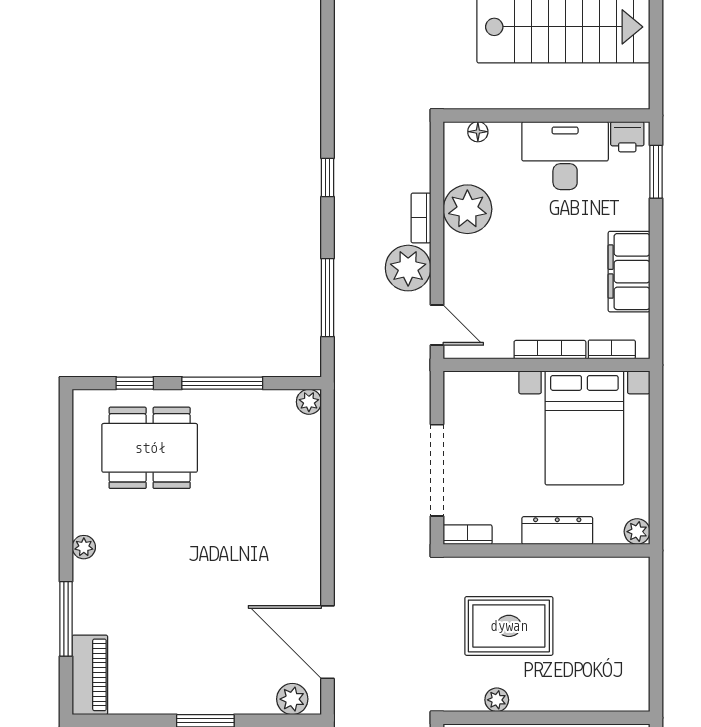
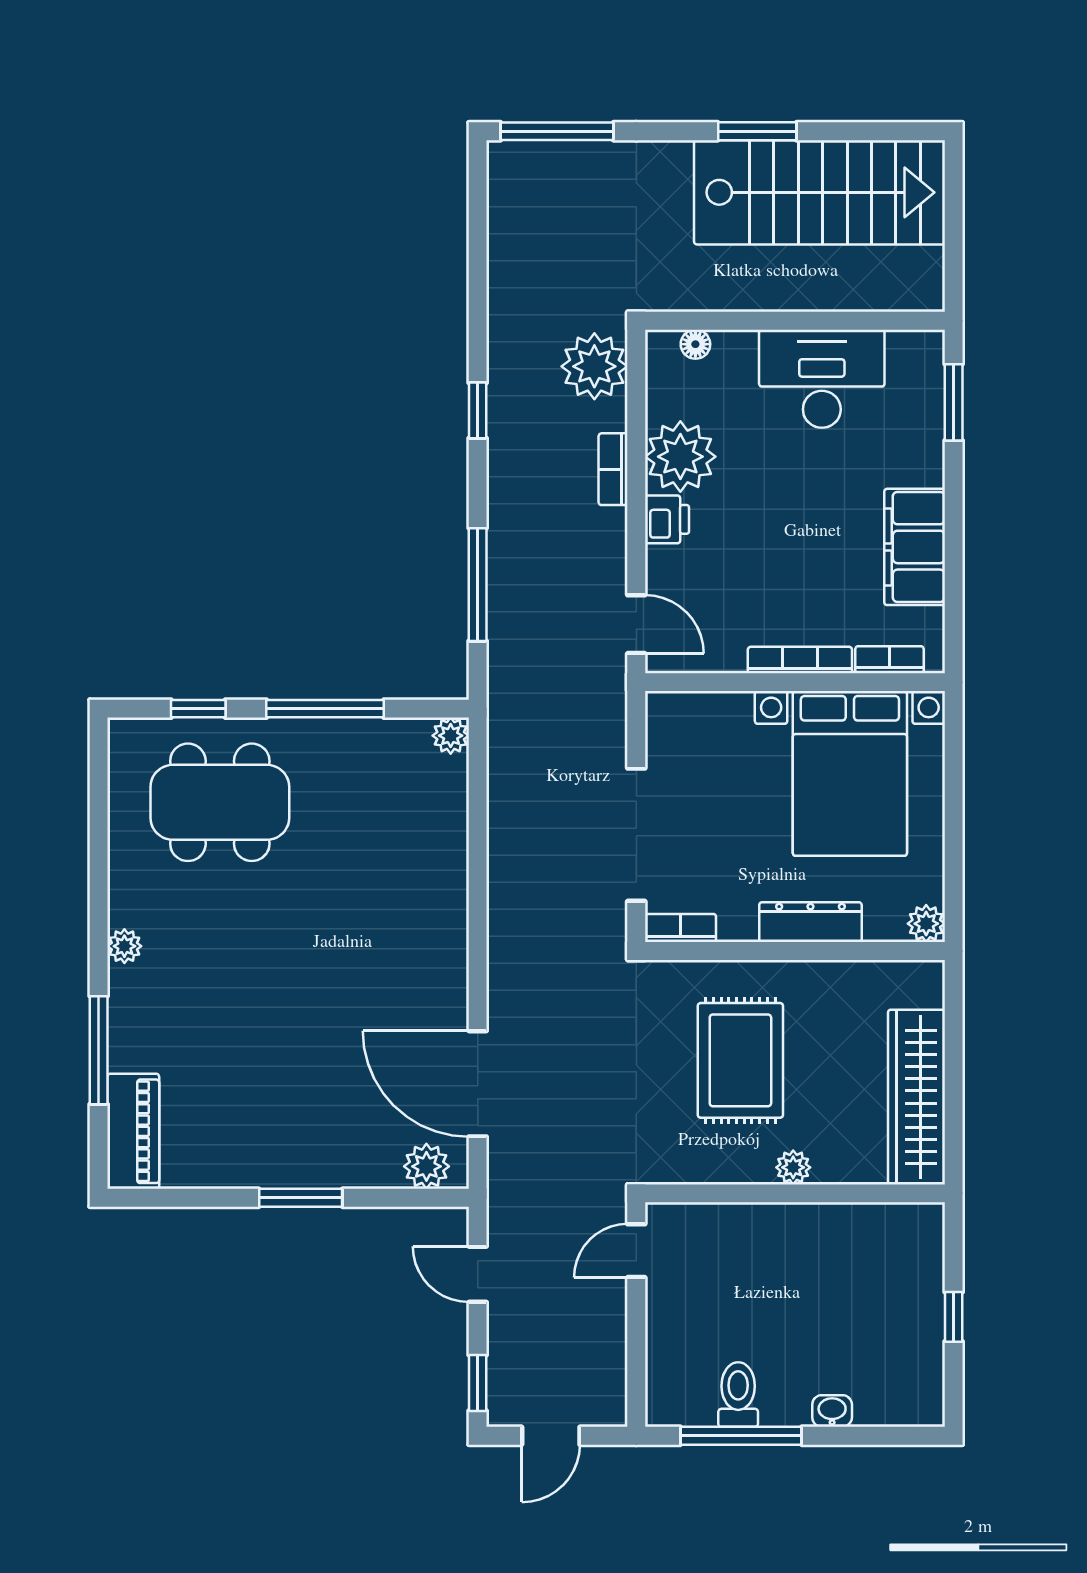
printer: (627, 137) -> (667, 519), moved, turned -90
plant: (408, 268) -> (594, 366), moved
rug: (509, 626) -> (740, 1060), turned 90
wardrobe: (630, 651) -> (916, 1097), added
plant: (497, 700) -> (793, 1167), moved

